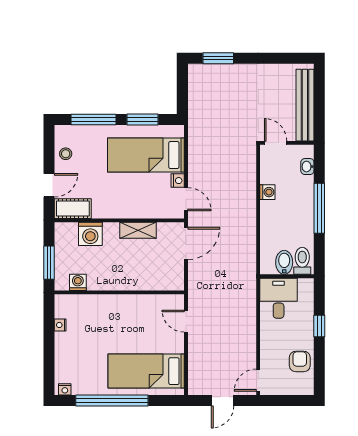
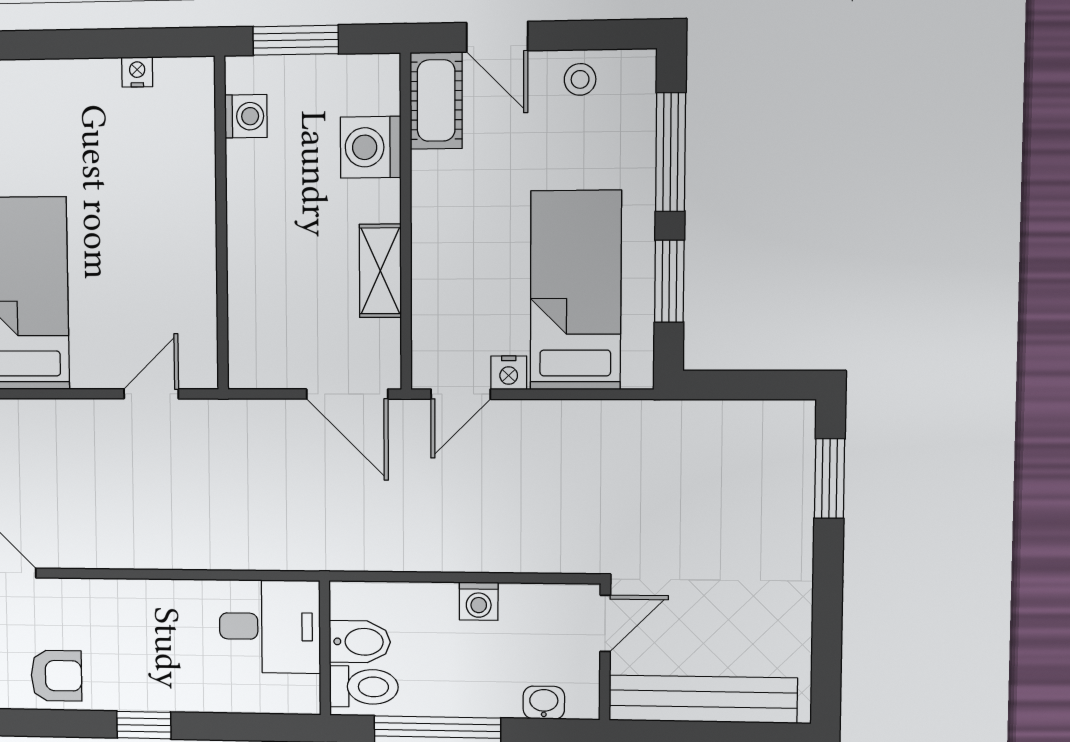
toilet: (302, 261) -> (364, 687), moved
bidet: (284, 262) -> (360, 642), moved
wall: (287, 276) -> (325, 648), moved
desk: (279, 298) -> (270, 626), moved

